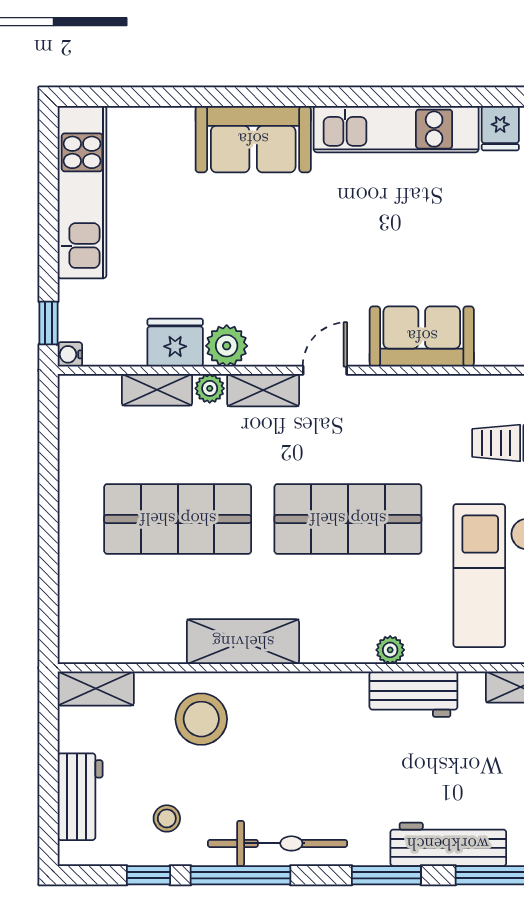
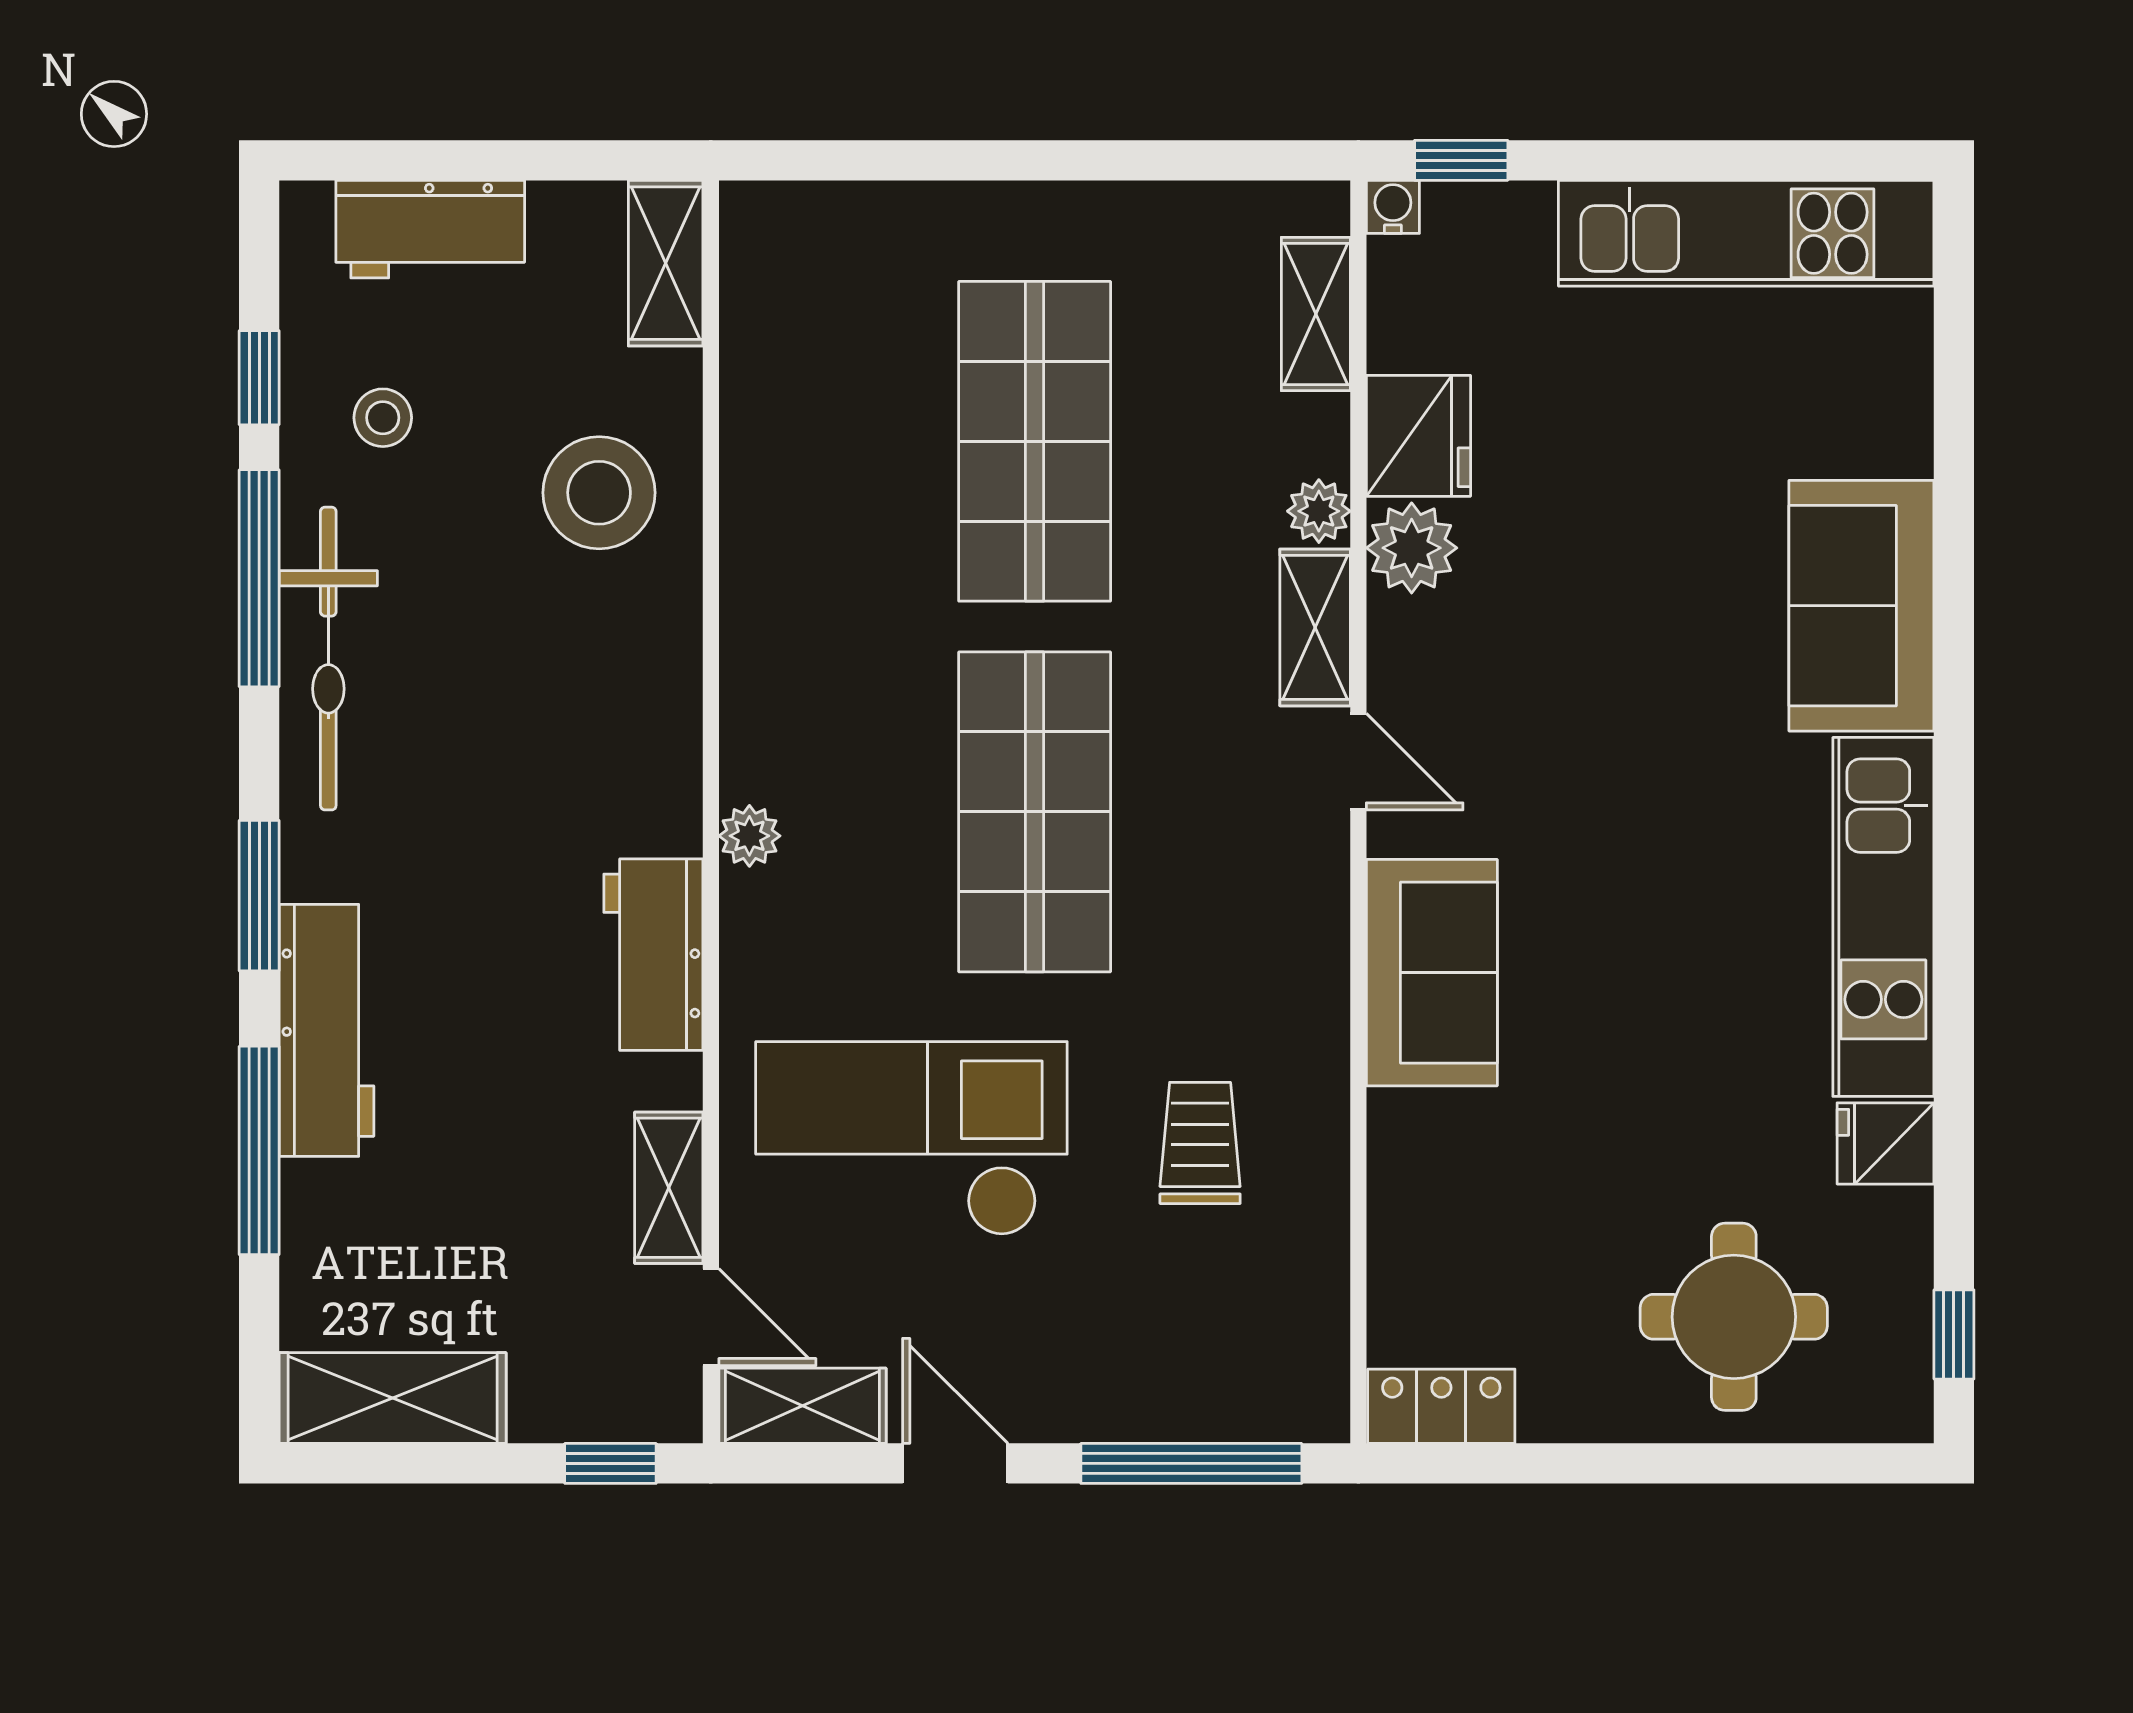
shelving: (157, 390) -> (1316, 314), moved
shelving: (243, 642) -> (768, 583), removed
plant: (390, 650) -> (749, 836), moved

